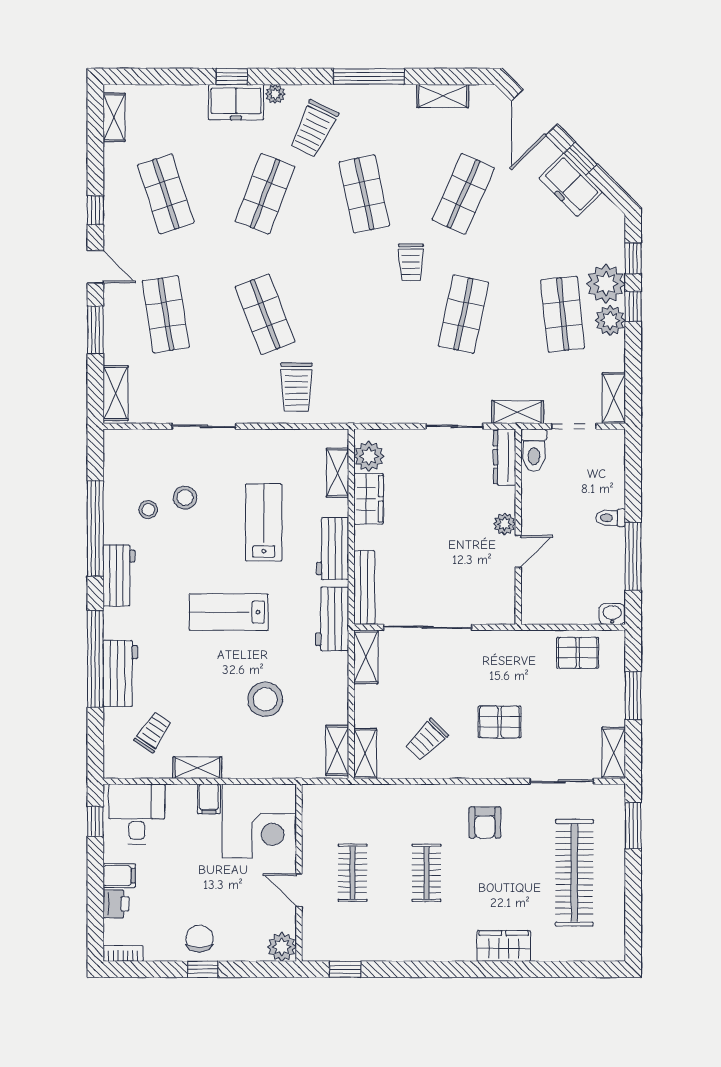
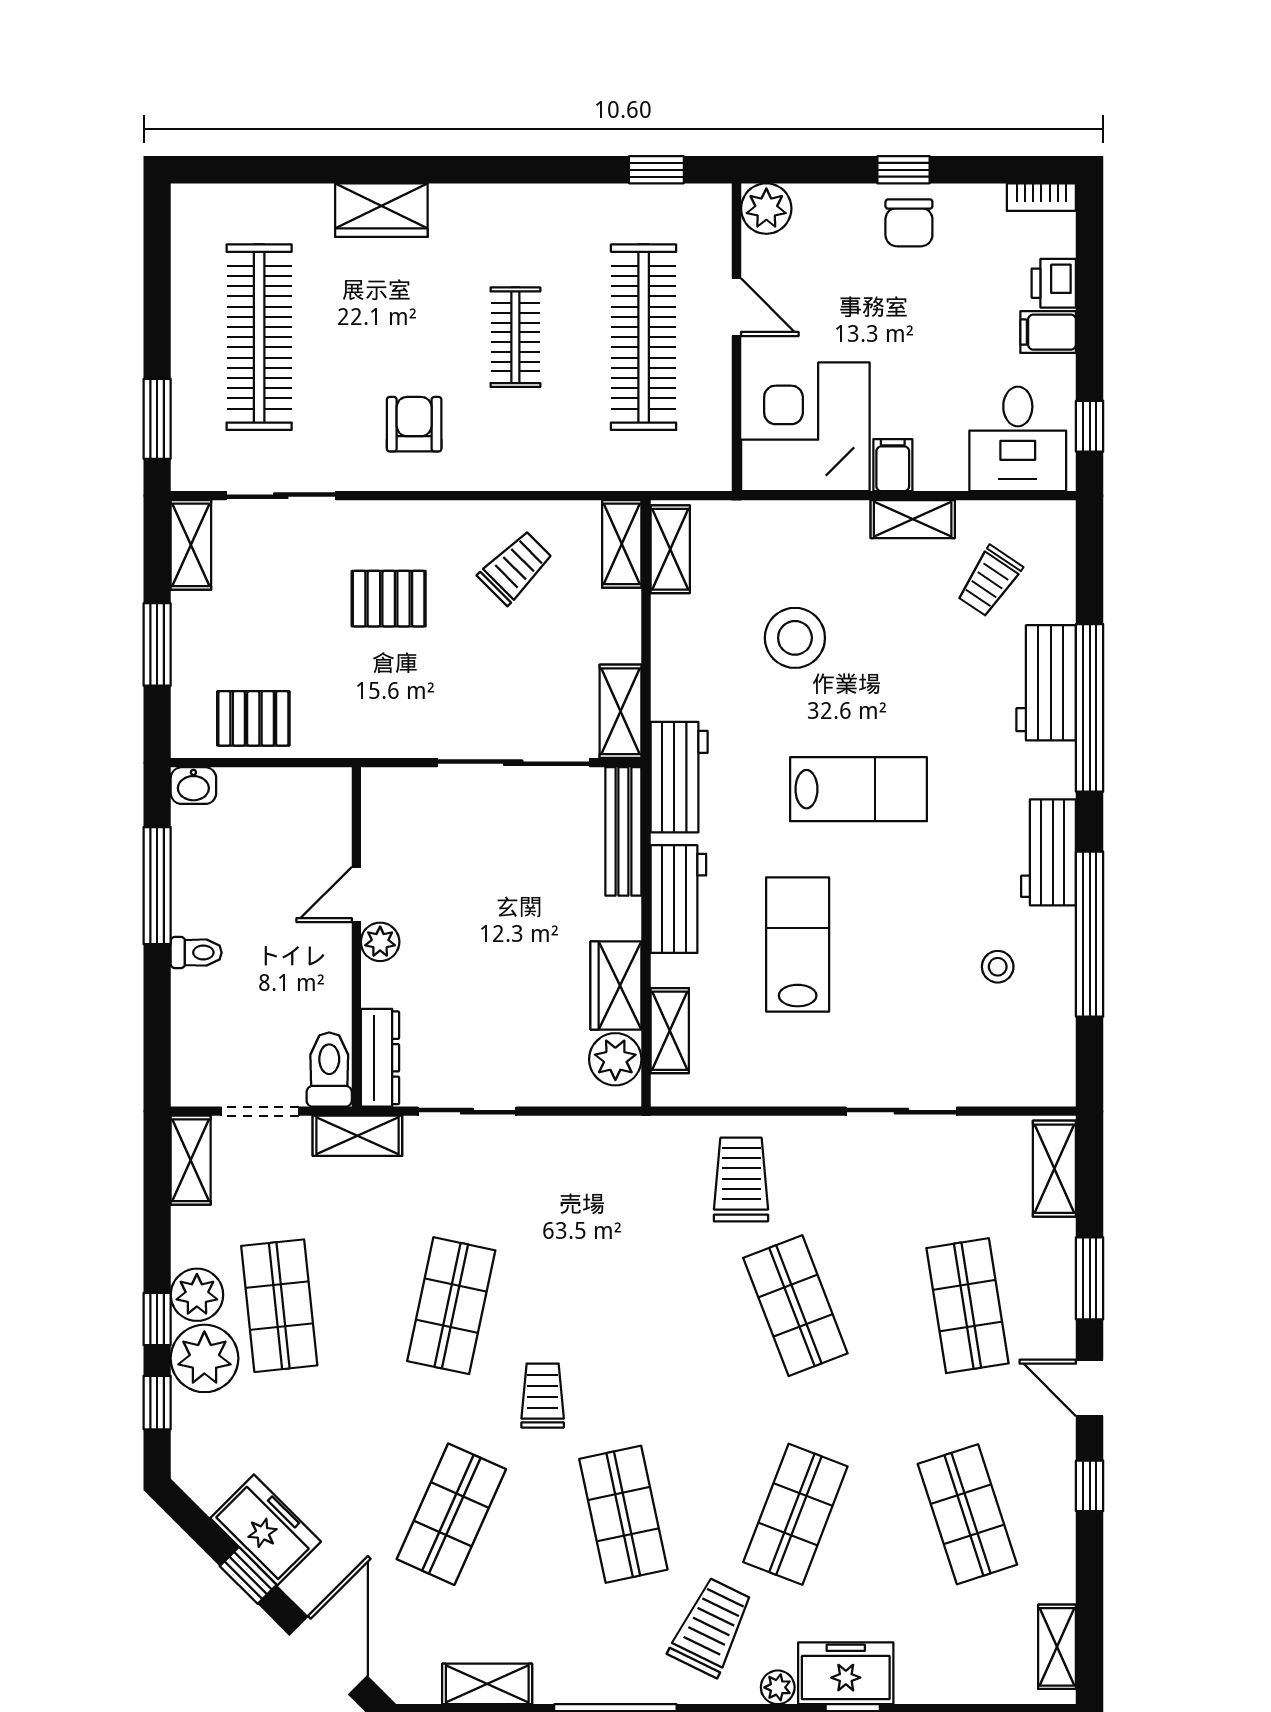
stool: (185, 498) -> (934, 988), removed
lab bench: (264, 522) -> (798, 945), turned 180
clothes rail: (353, 873) -> (644, 337), width x1.86, depth x1.31

